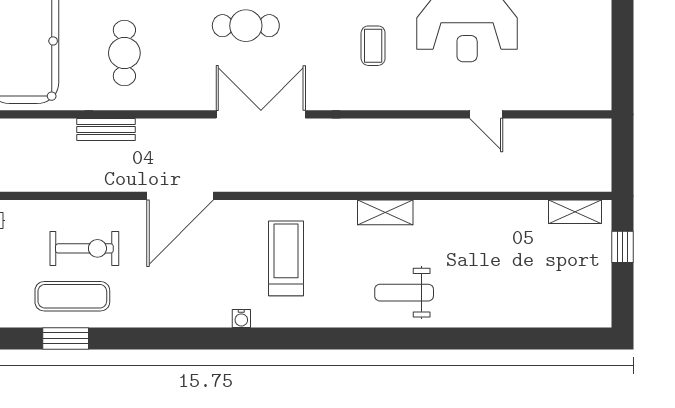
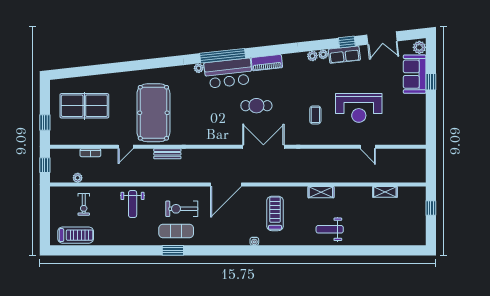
cafe table: (124, 53) -> (200, 118), removed
bench: (106, 130) -> (167, 154), moved
shelving: (575, 212) -> (385, 192), moved
exercise bike: (84, 248) -> (182, 209), turned 180

